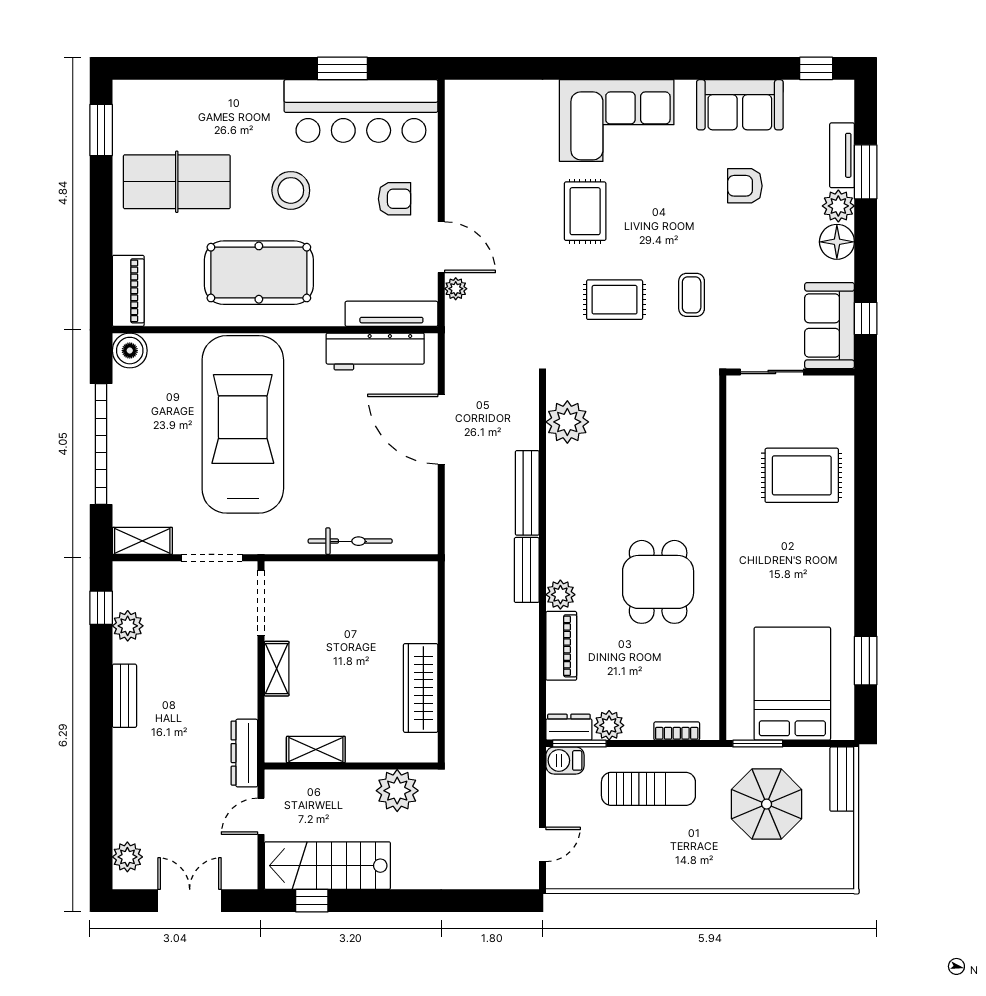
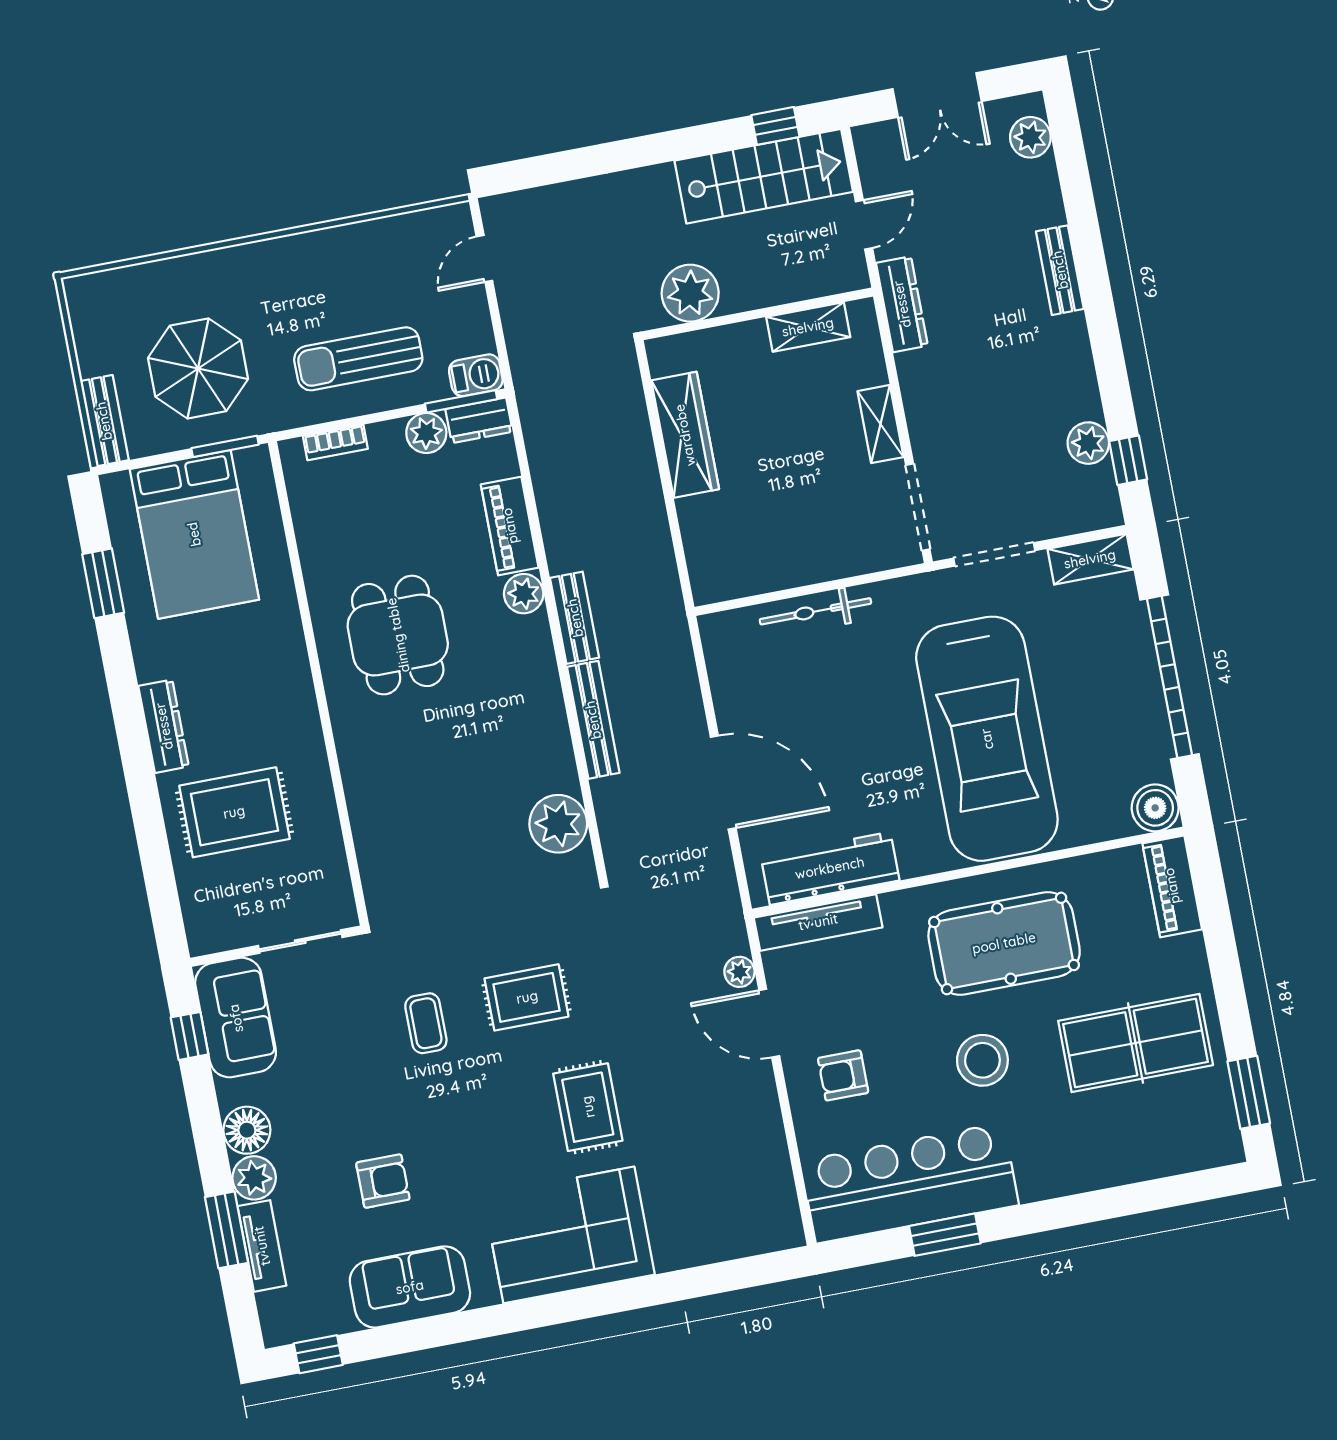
dresser: (842, 548) -> (164, 726), added
bench: (124, 696) -> (1060, 270), moved

